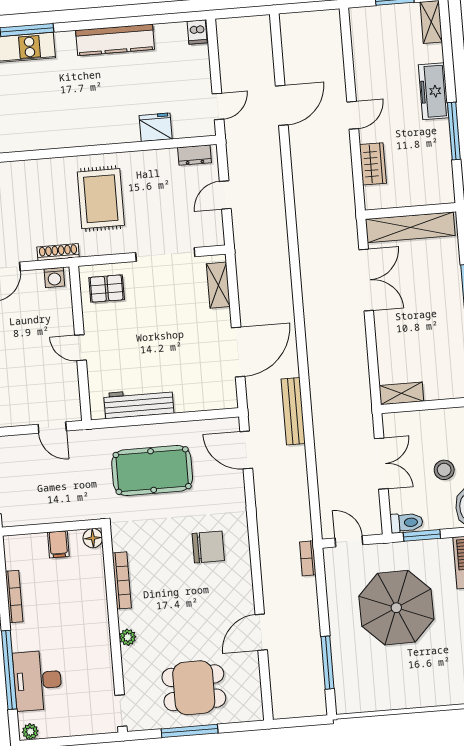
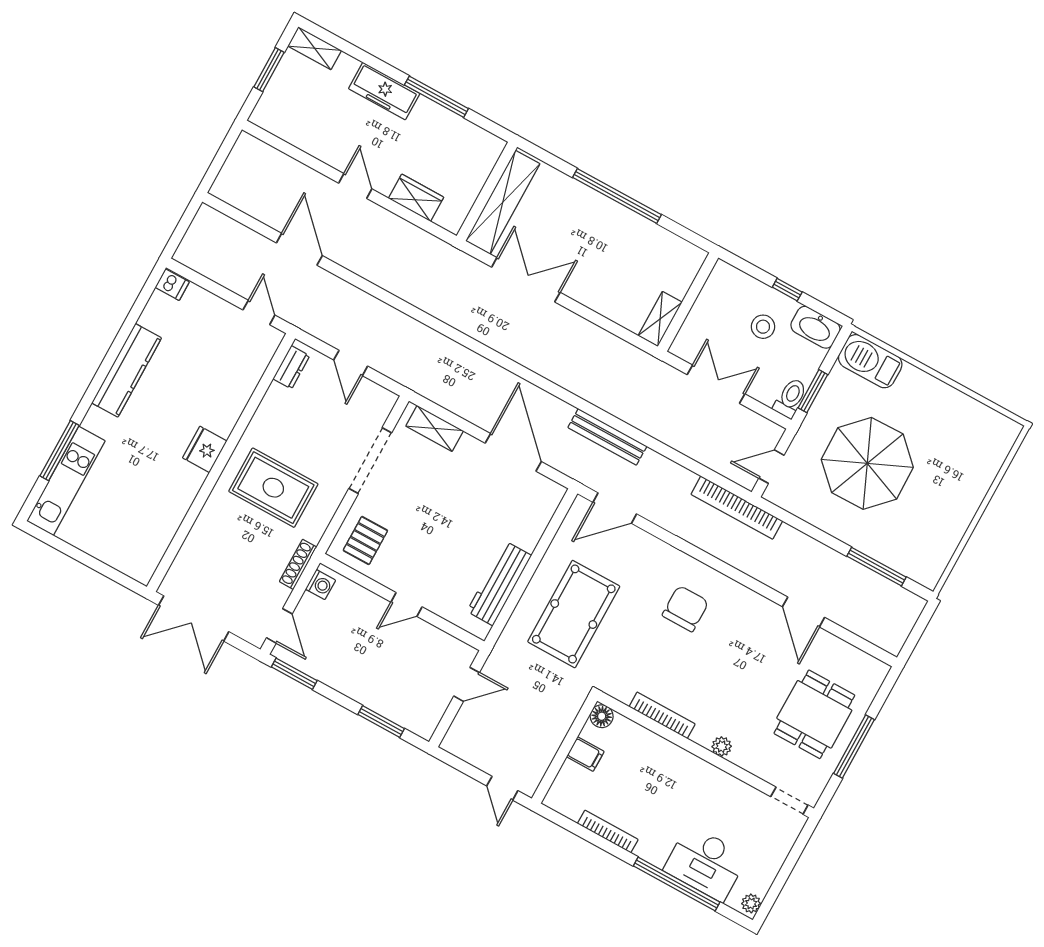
fridge: (156, 127) -> (205, 449), moved
bookcase: (308, 558) -> (737, 508), width x2.31, depth x1.31

